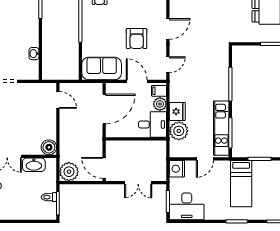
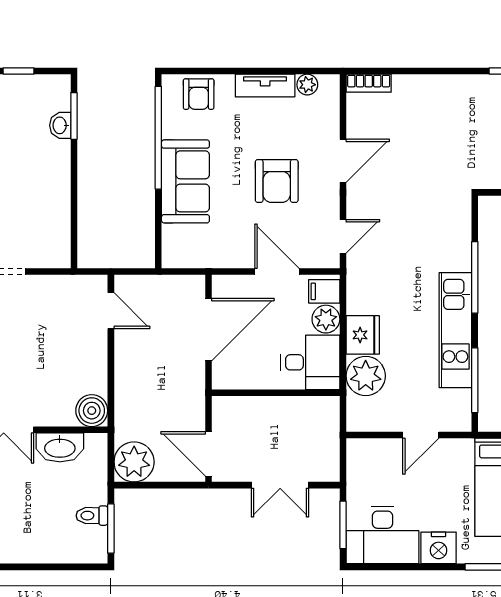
washbasin: (34, 54) -> (60, 125), moved
sofa: (102, 69) -> (185, 181), moved, turned 90
kitchen unit: (221, 128) -> (455, 330), moved
nightstand: (177, 169) -> (439, 548), moved, turned -90

